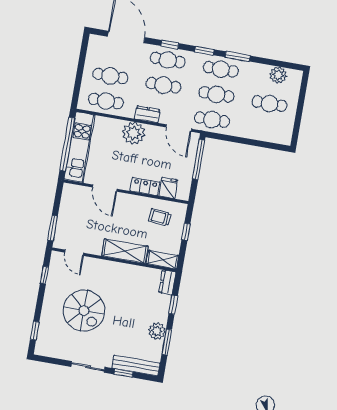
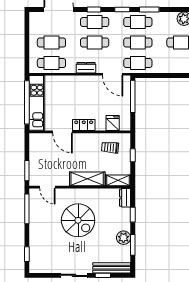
plant: (134, 133) -> (78, 85), removed
locker: (145, 186) -> (84, 125), moved
window: (44, 275) -> (27, 209), width x2.17
spiral stairs: (84, 311) -> (78, 220), moved

